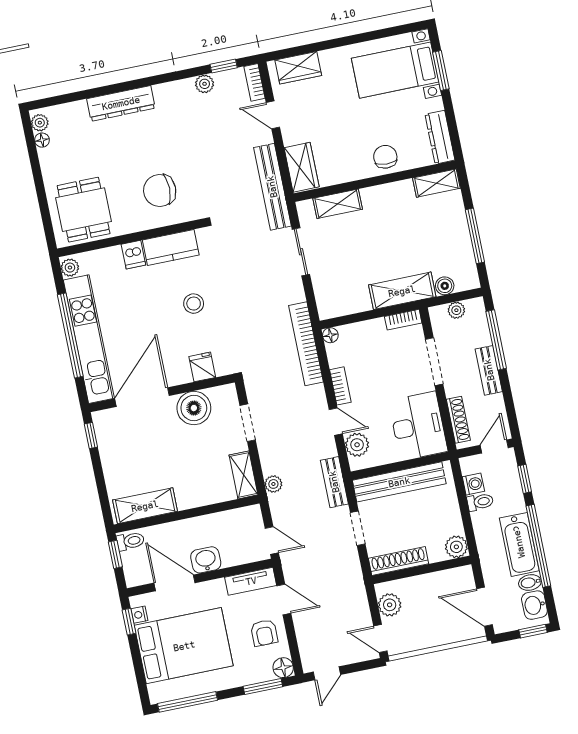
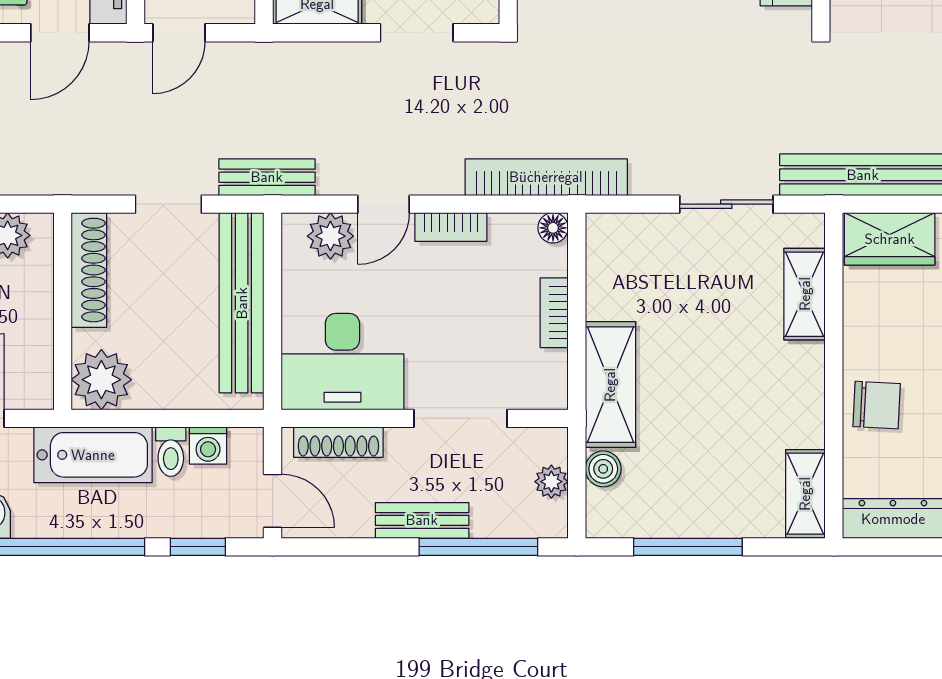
bookcase: (403, 320) -> (554, 313), moved
plant: (273, 484) -> (288, 58), removed
bathtub: (519, 544) -> (93, 455), moved, turned 180
plant: (456, 547) -> (101, 380), width x1.36, depth x1.36

